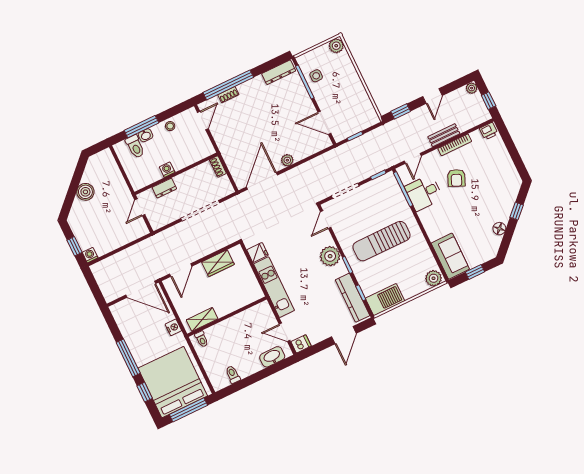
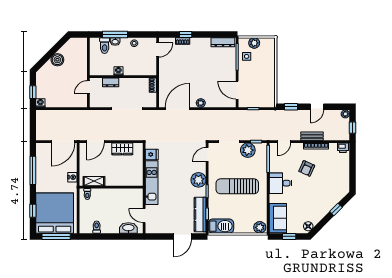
plant: (336, 46) -> (254, 43), moved
window: (228, 85) -> (186, 34), width x0.32
plant: (373, 190) -> (248, 150), added
desk: (424, 193) -> (280, 183), moved
floor lamp: (499, 229) -> (308, 226), moved
door: (141, 289) -> (63, 142), hinge flipped
dishwasher: (301, 344) -> (151, 229), removed
window: (128, 358) -> (33, 170), moved

